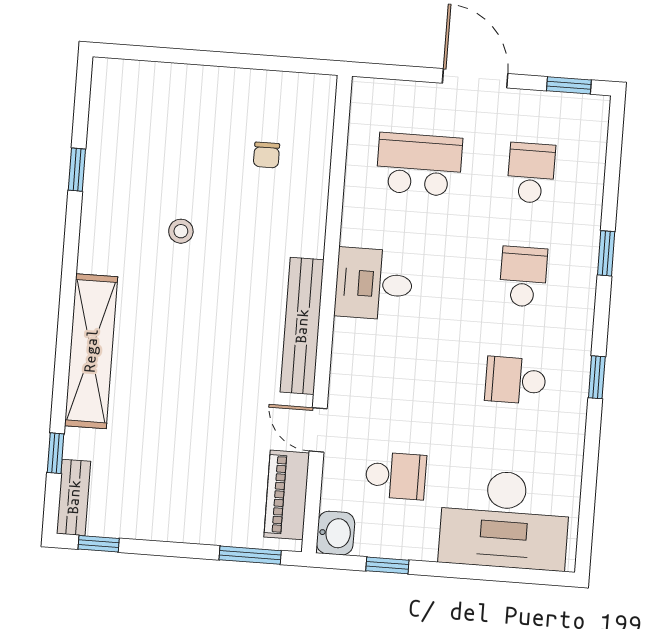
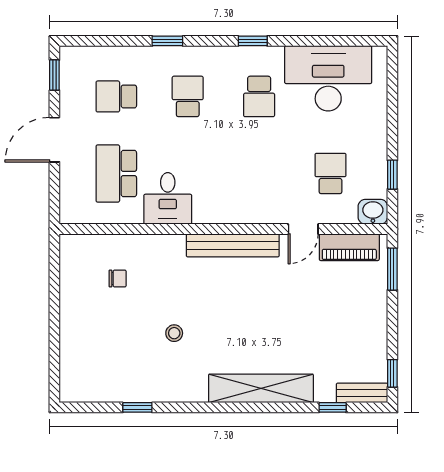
school desk: (523, 277) -> (188, 96), turned 90
desk: (374, 284) -> (168, 198), moved
desk: (505, 520) -> (328, 78), moved, turned -90

